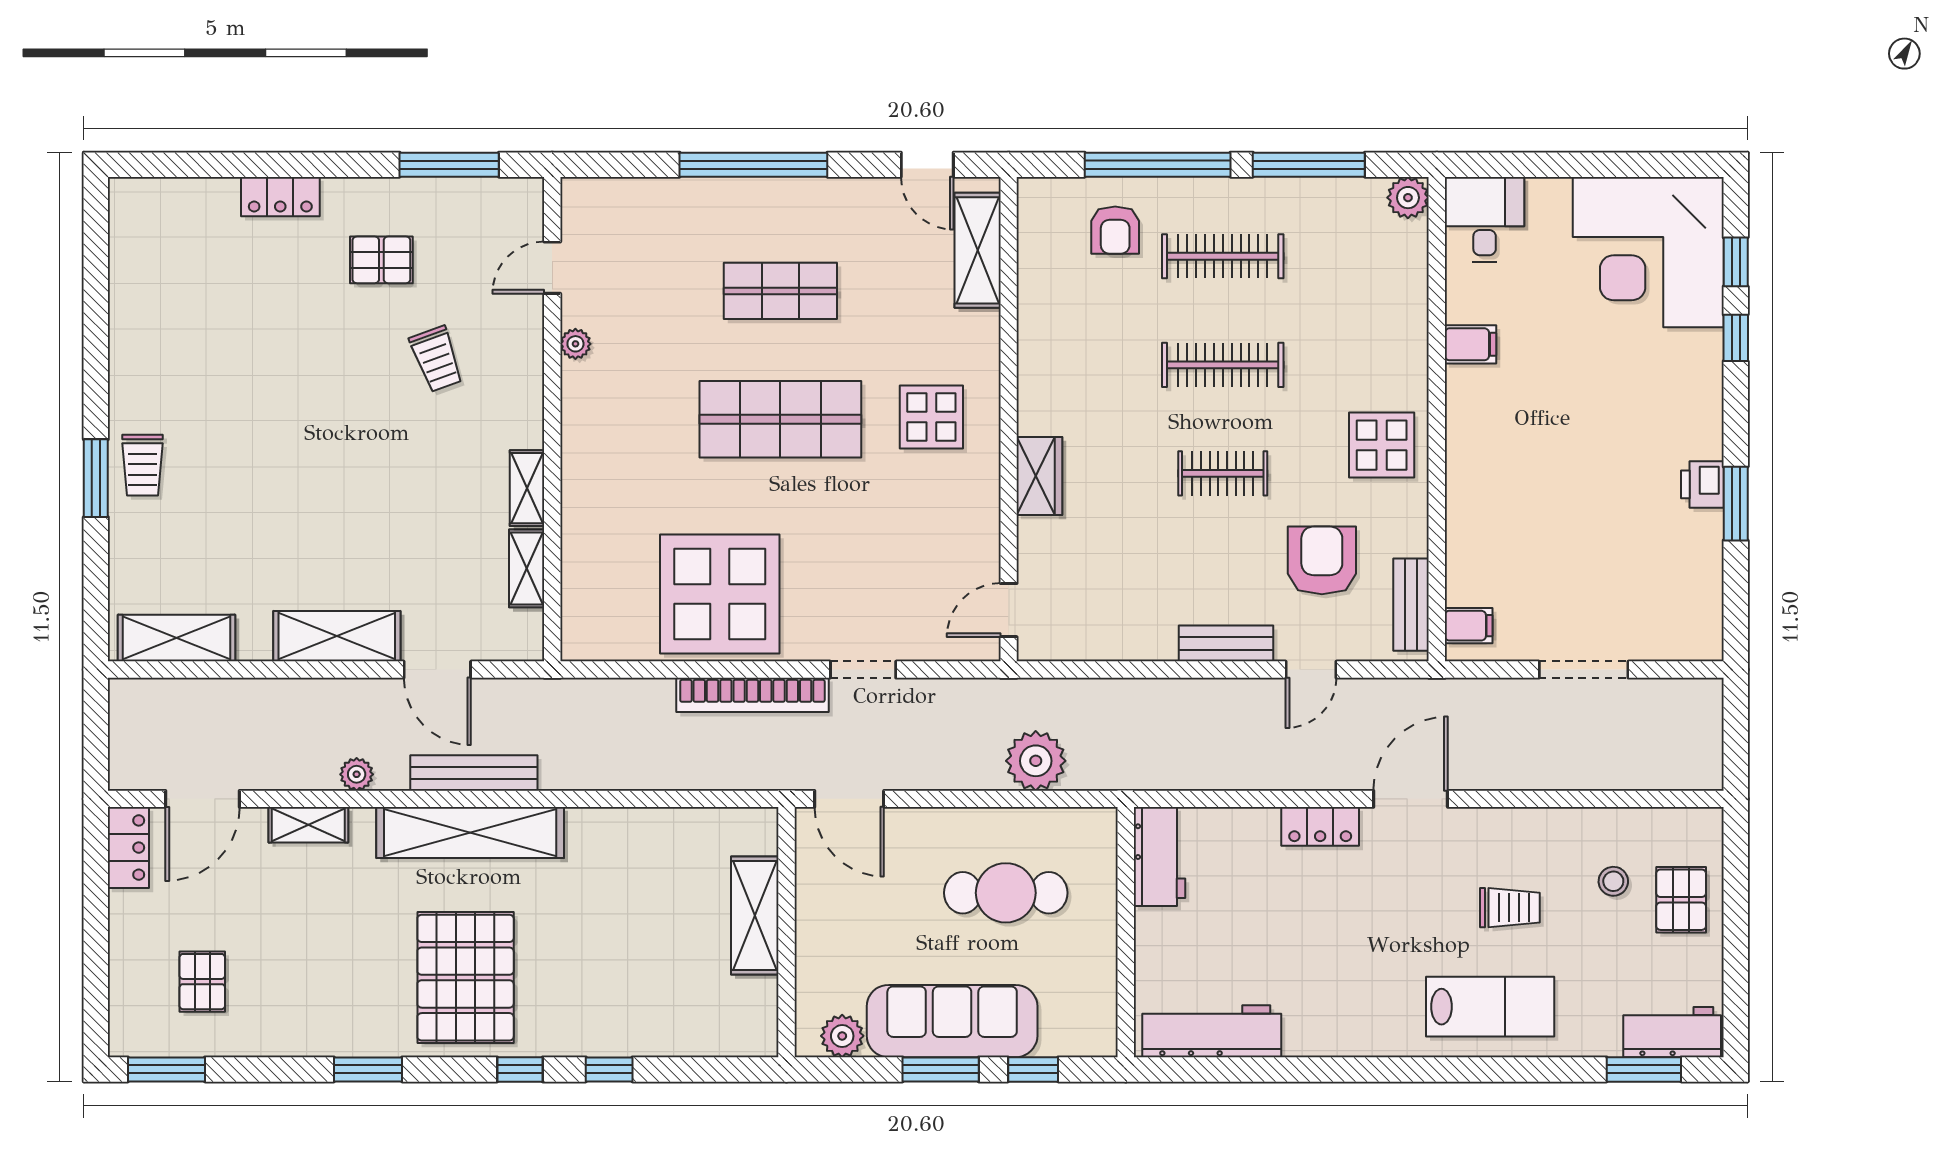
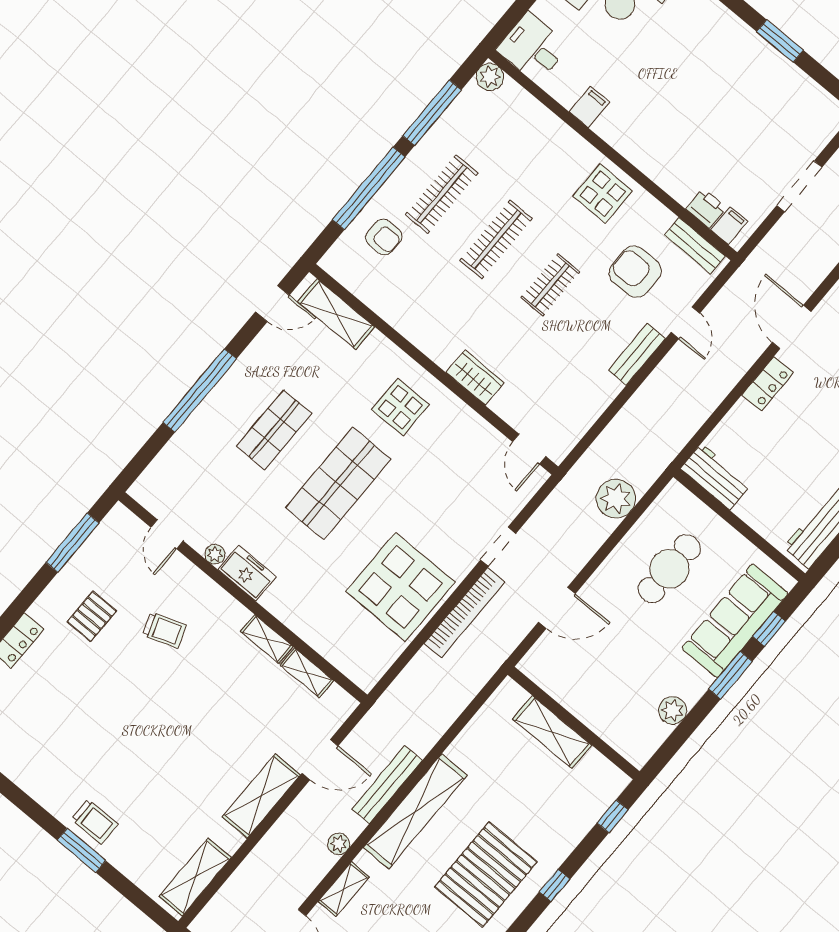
freezer: (585, 400) -> (247, 573), added
printer: (1702, 484) -> (706, 208), moved, turned 180
shelving: (755, 915) -> (552, 732), moved
wall: (787, 932) -> (574, 723), moved
pallet: (466, 978) -> (486, 874), turned 90
sofa: (952, 1021) -> (735, 621), moved
window: (609, 1069) -> (613, 816), moved

